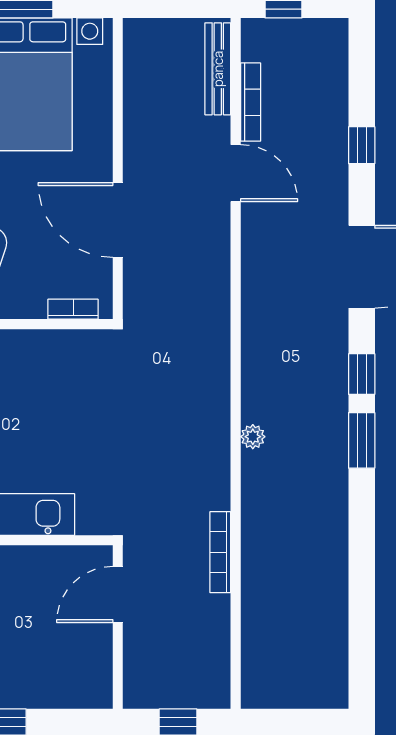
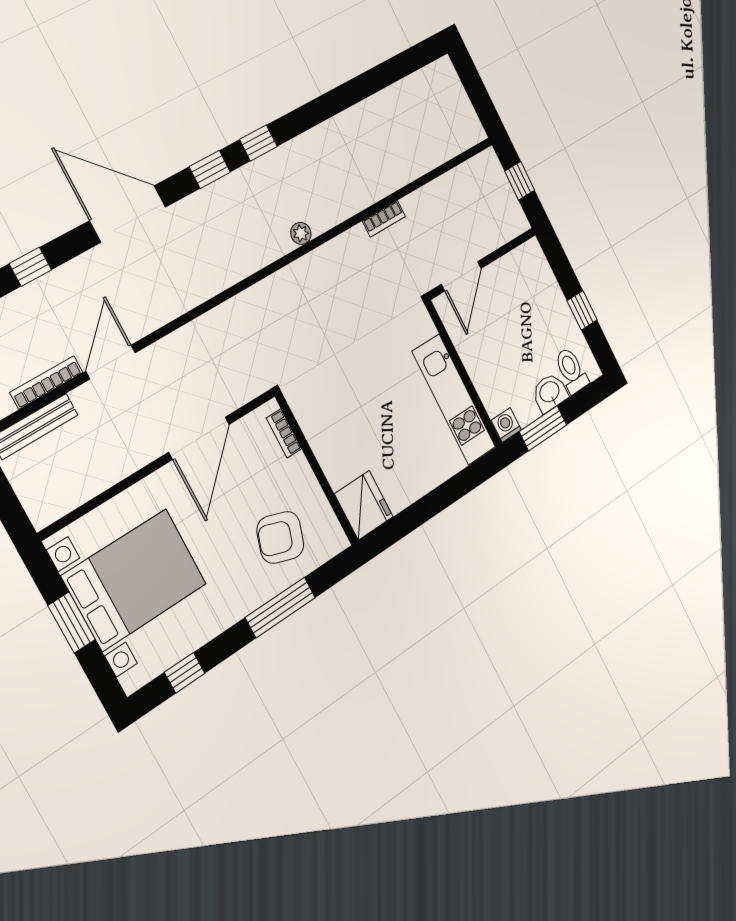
window: (362, 440) -> (258, 143), width x0.67
bookcase: (220, 552) -> (384, 219), width x0.64
door: (118, 594) -> (461, 276), hinge flipped

